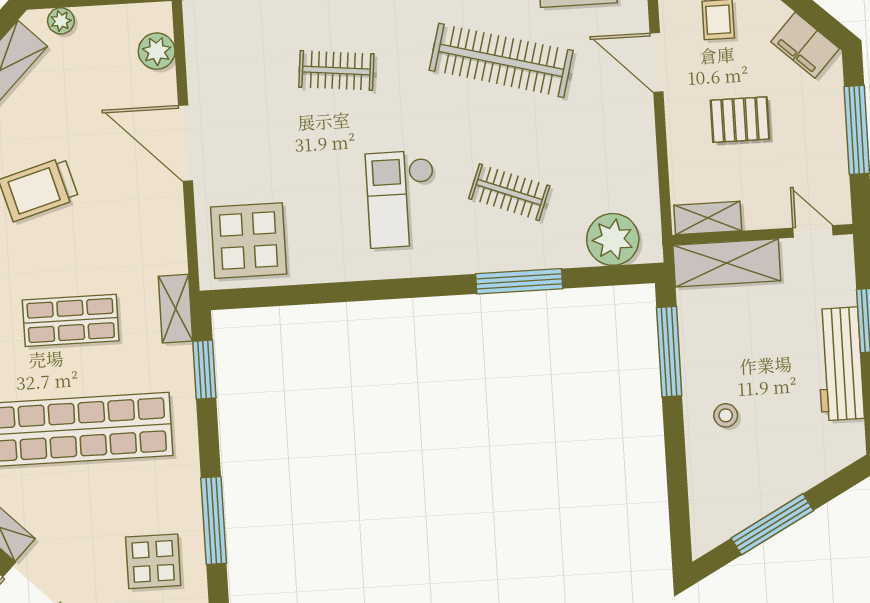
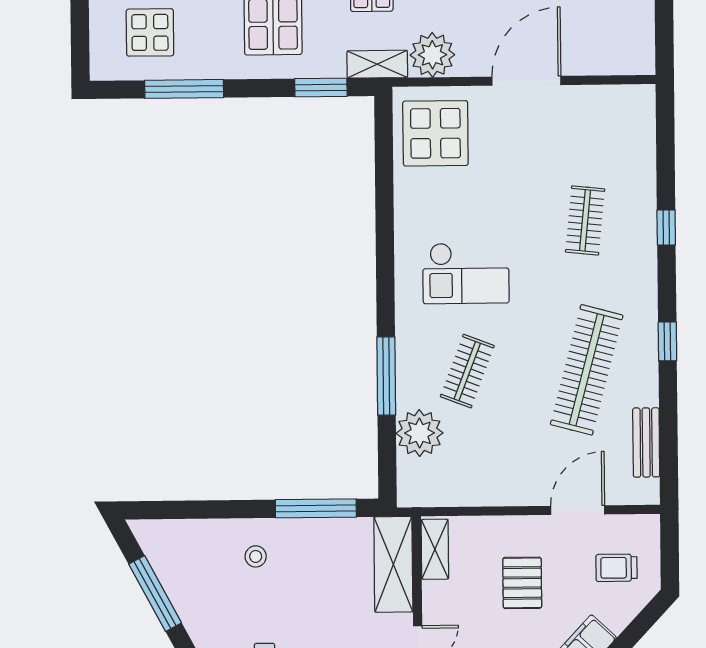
plant: (157, 51) -> (432, 55), moved, width x1.36, depth x1.36
checkout: (401, 199) -> (466, 273), turned 180
plant: (613, 239) -> (419, 433), moved

